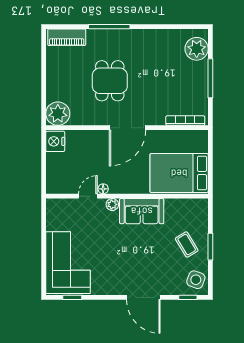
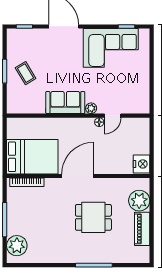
piano: (67, 37) -> (142, 229), moved, turned -90
dining table: (110, 81) -> (93, 217), turned 90
plant: (58, 114) -> (139, 201), moved
bed: (179, 173) -> (32, 157), moved
corner sofa: (68, 263) -> (111, 48), moved, turned -90
side table: (196, 280) -> (17, 42), removed

